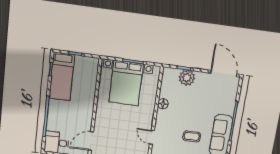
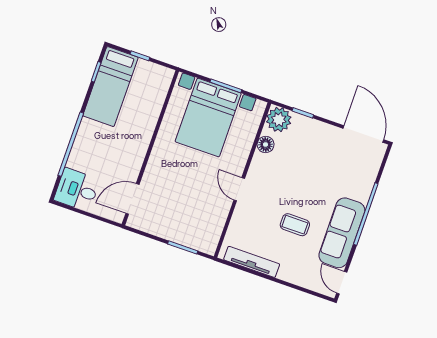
plant: (187, 78) -> (279, 120), moved
floor lamp: (163, 104) -> (266, 145), moved
door: (152, 137) -> (239, 189), moved

